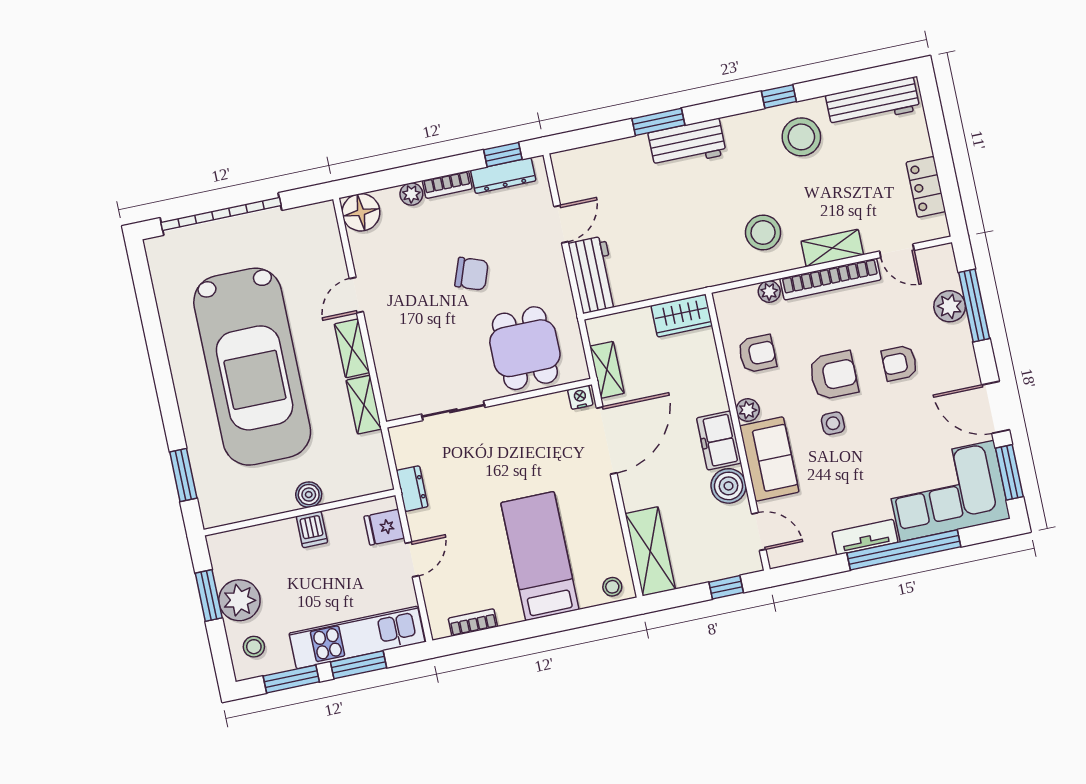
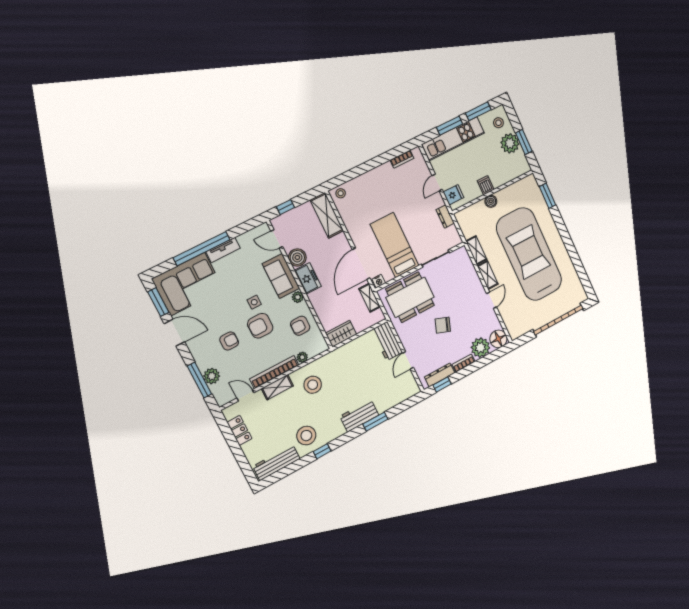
plant: (411, 194) -> (480, 348), width x1.88, depth x1.88
dining table: (525, 348) -> (410, 297), width x1.38
bed: (540, 556) -> (395, 245), moved, turned 180

